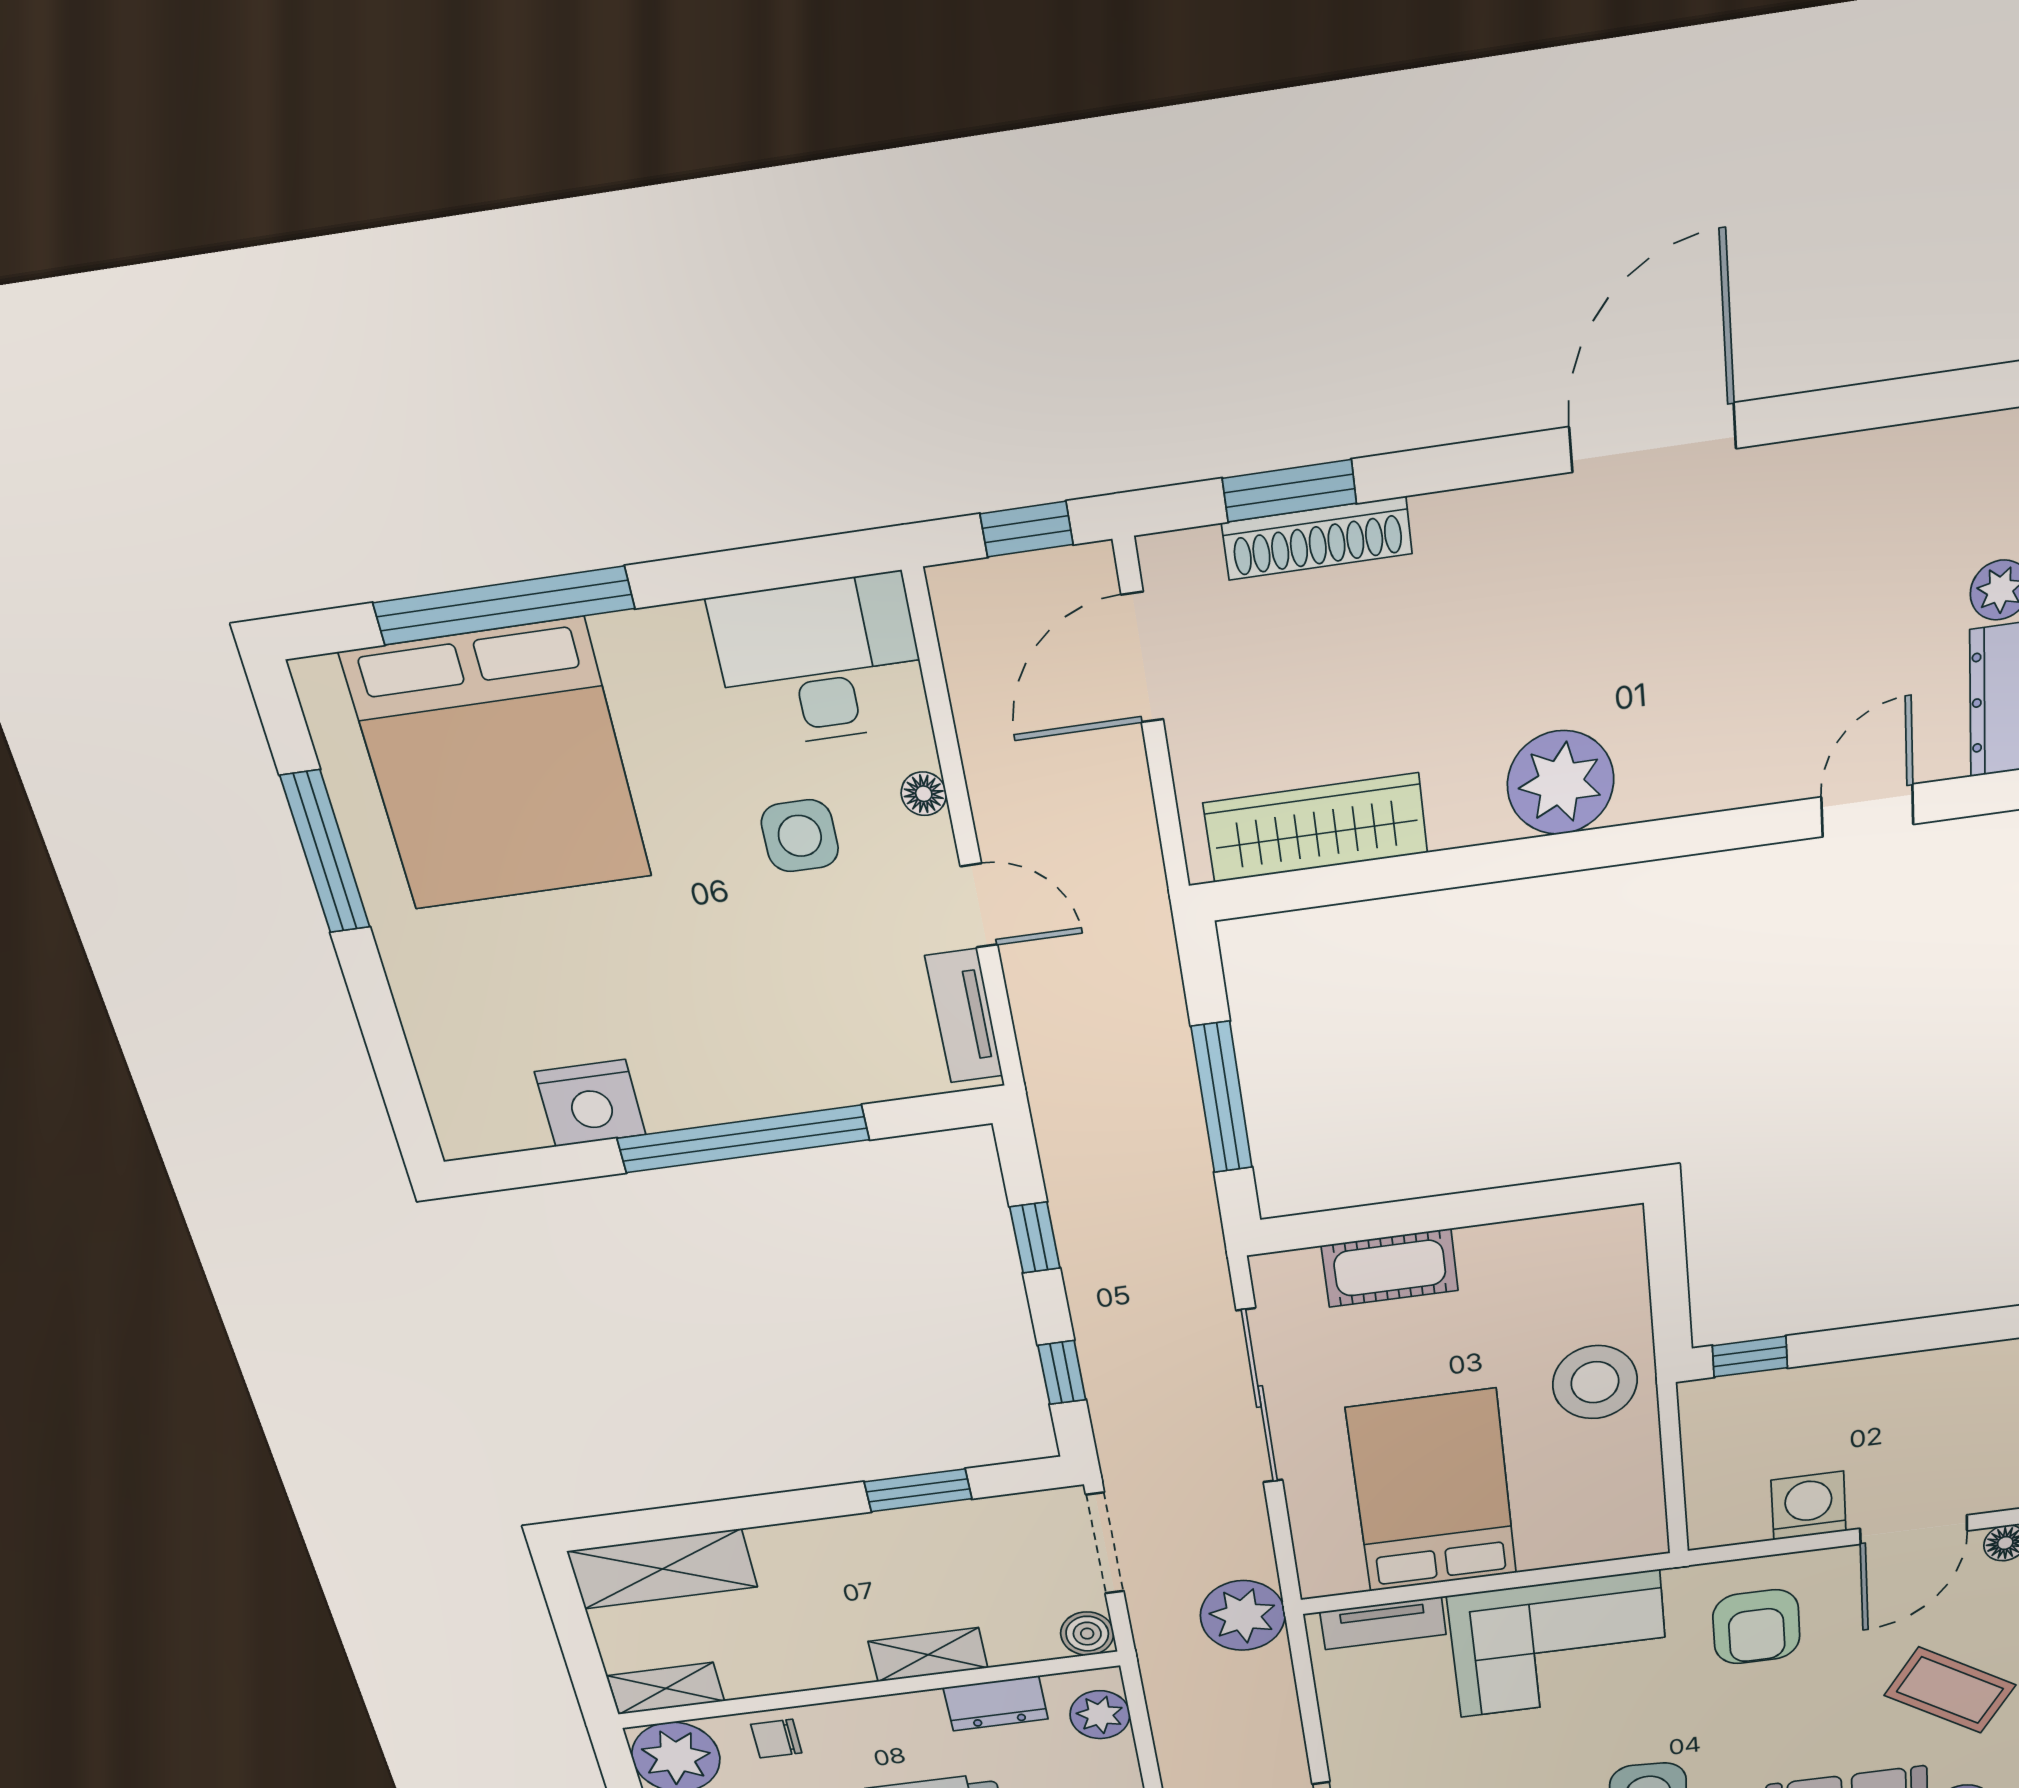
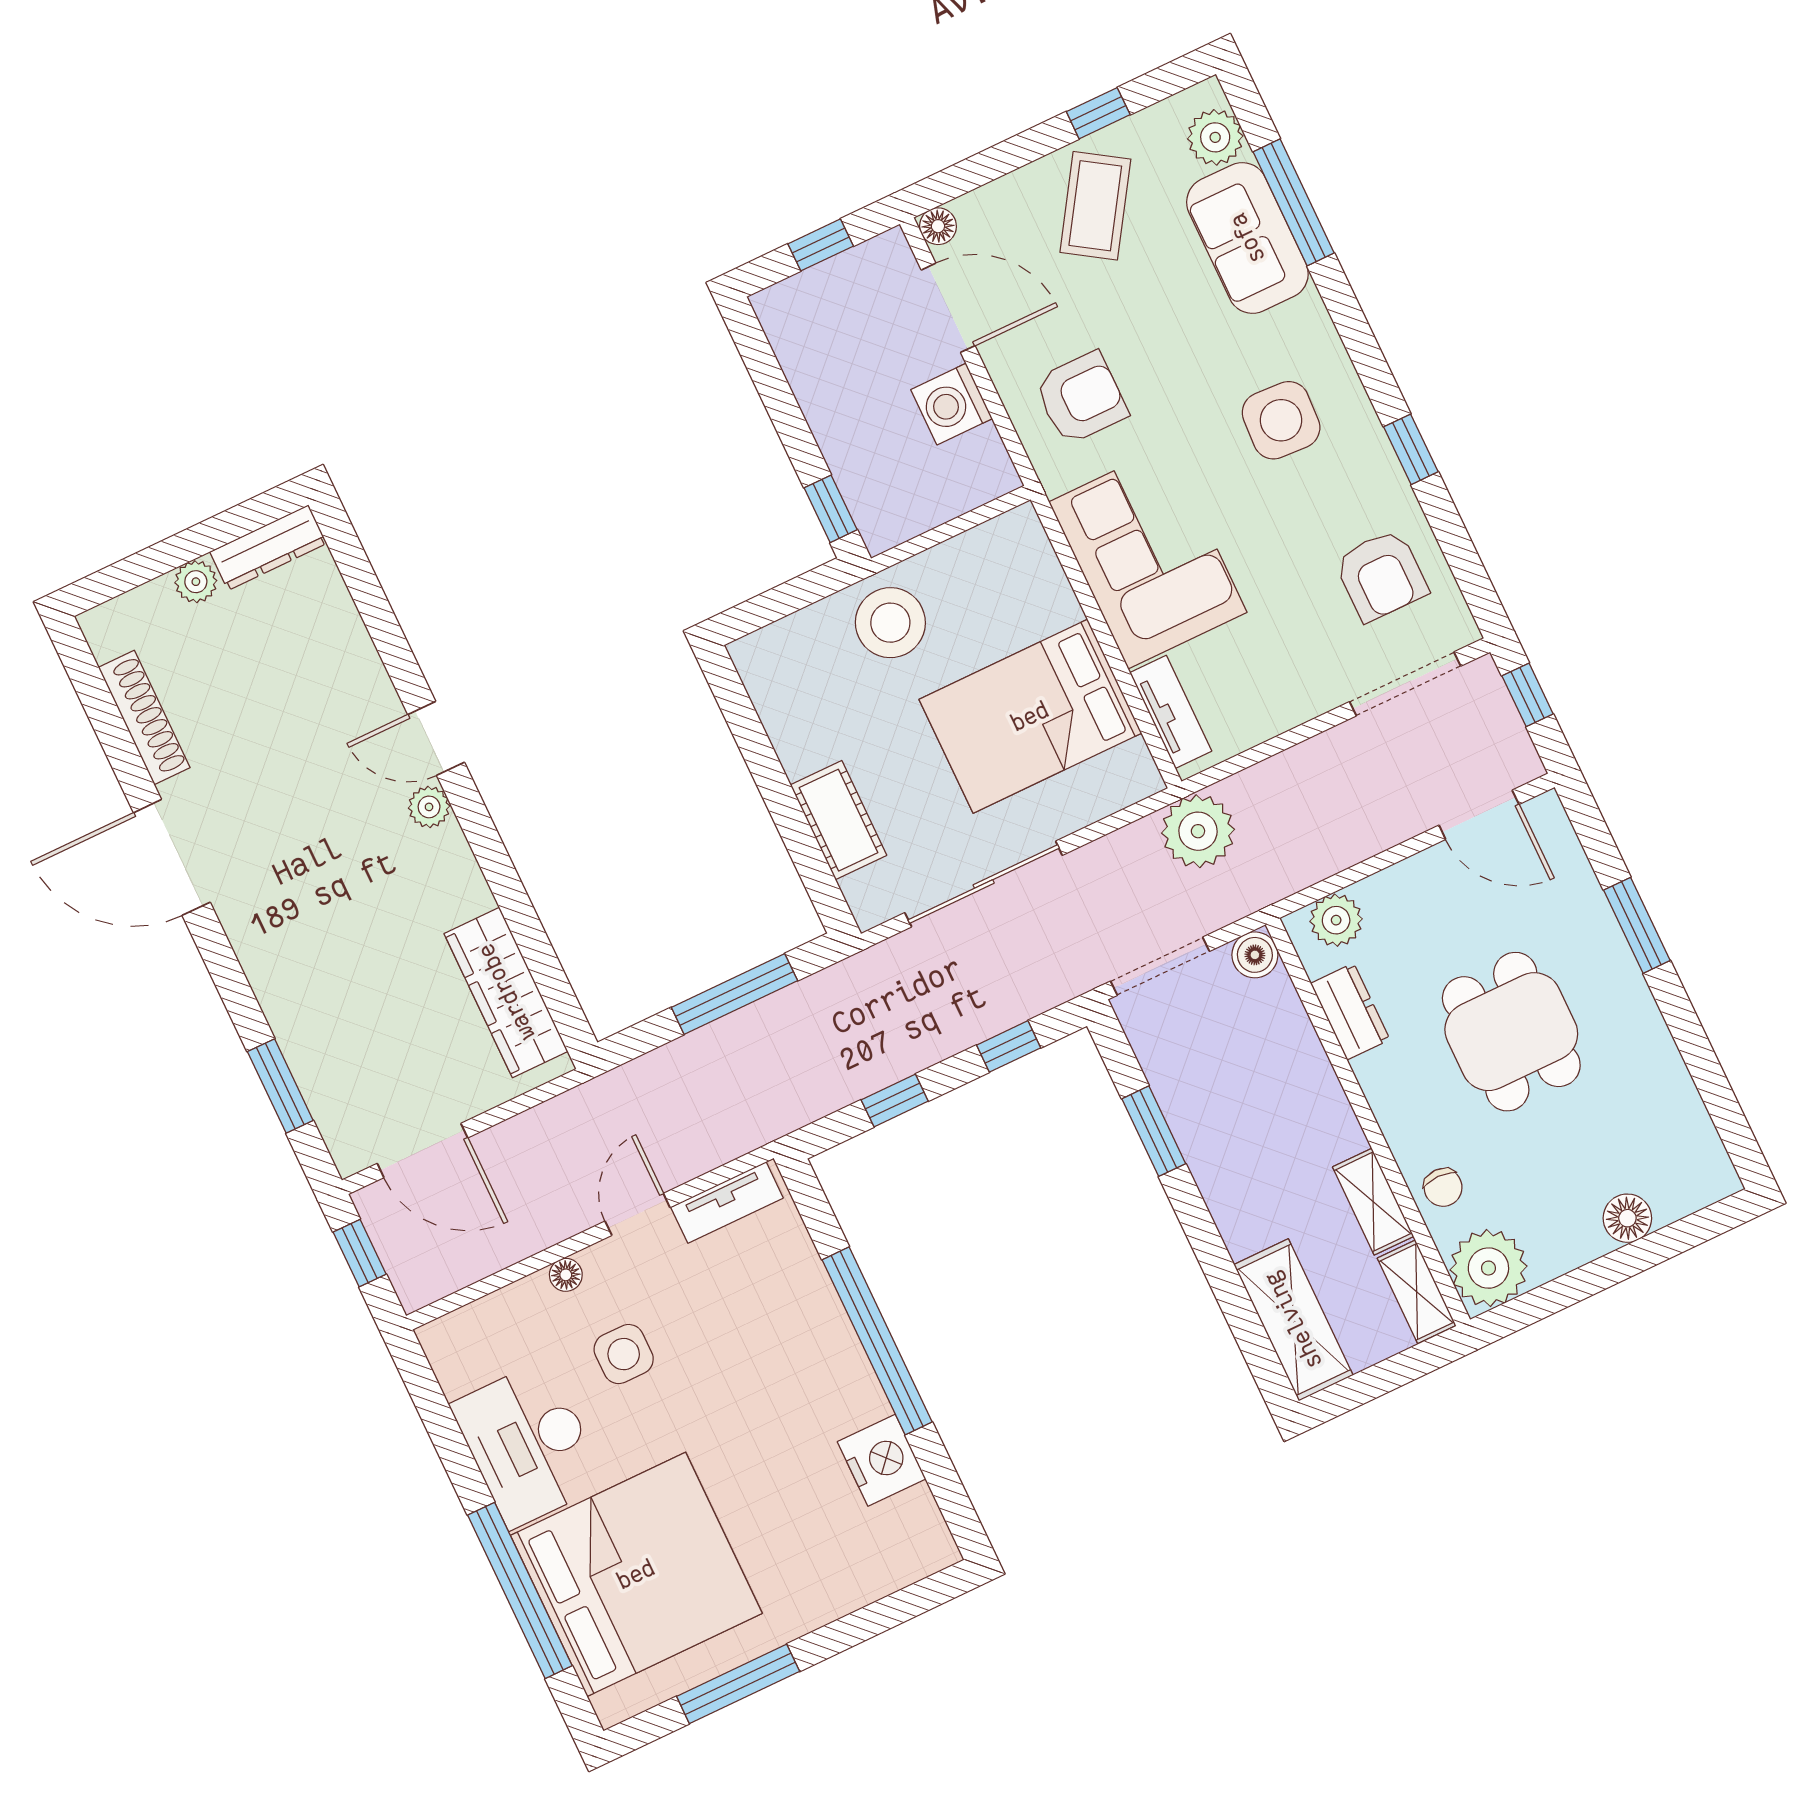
shoe rack: (1317, 538) -> (144, 718), moved
desk: (820, 661) -> (528, 1444), moved
plant: (1561, 783) -> (429, 807), width x0.53, depth x0.53
door: (1867, 811) -> (436, 738), moved
shelving: (928, 1655) -> (1373, 1202), moved

